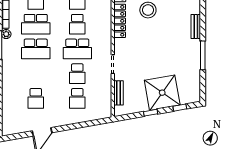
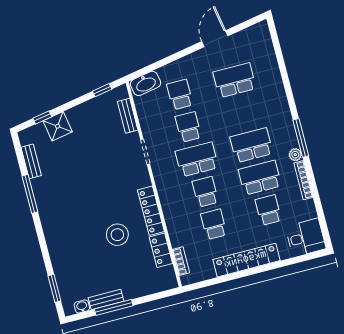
bench: (196, 26) -> (31, 161), moved
shower: (162, 93) -> (58, 126), width x0.54, depth x0.54
school desk: (36, 98) -> (235, 80), width x1.85
washbasin: (100, 113) -> (146, 83), added
window: (151, 113) -> (102, 90), moved

